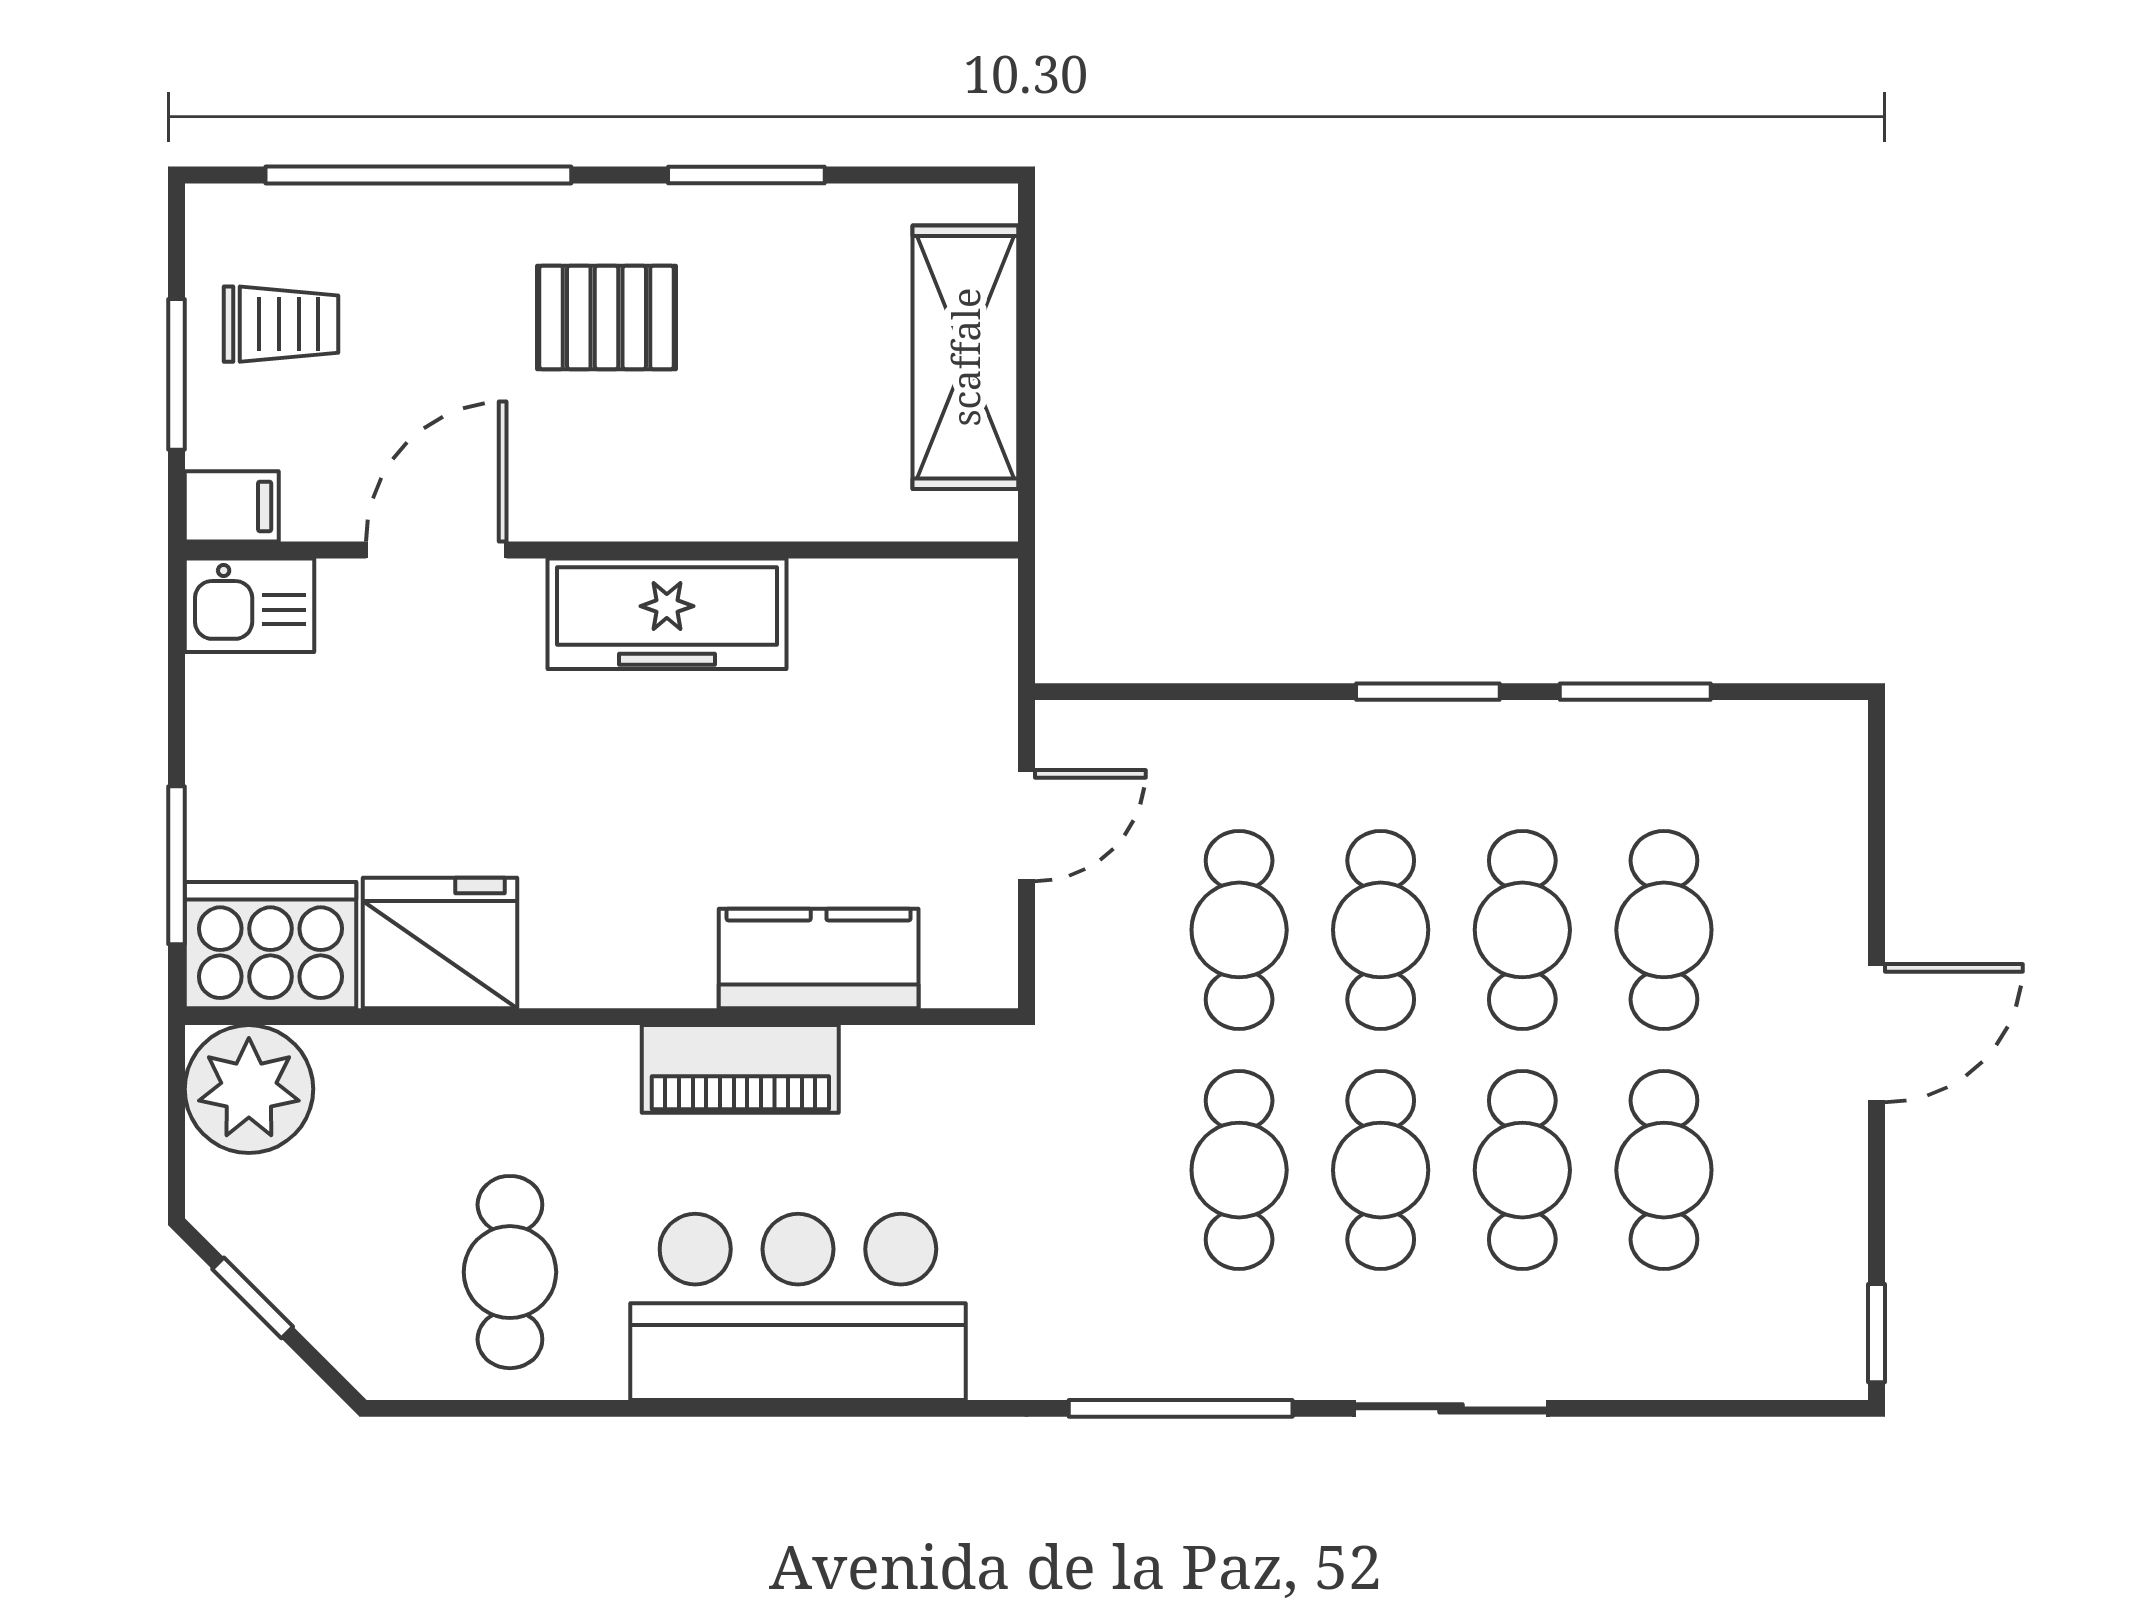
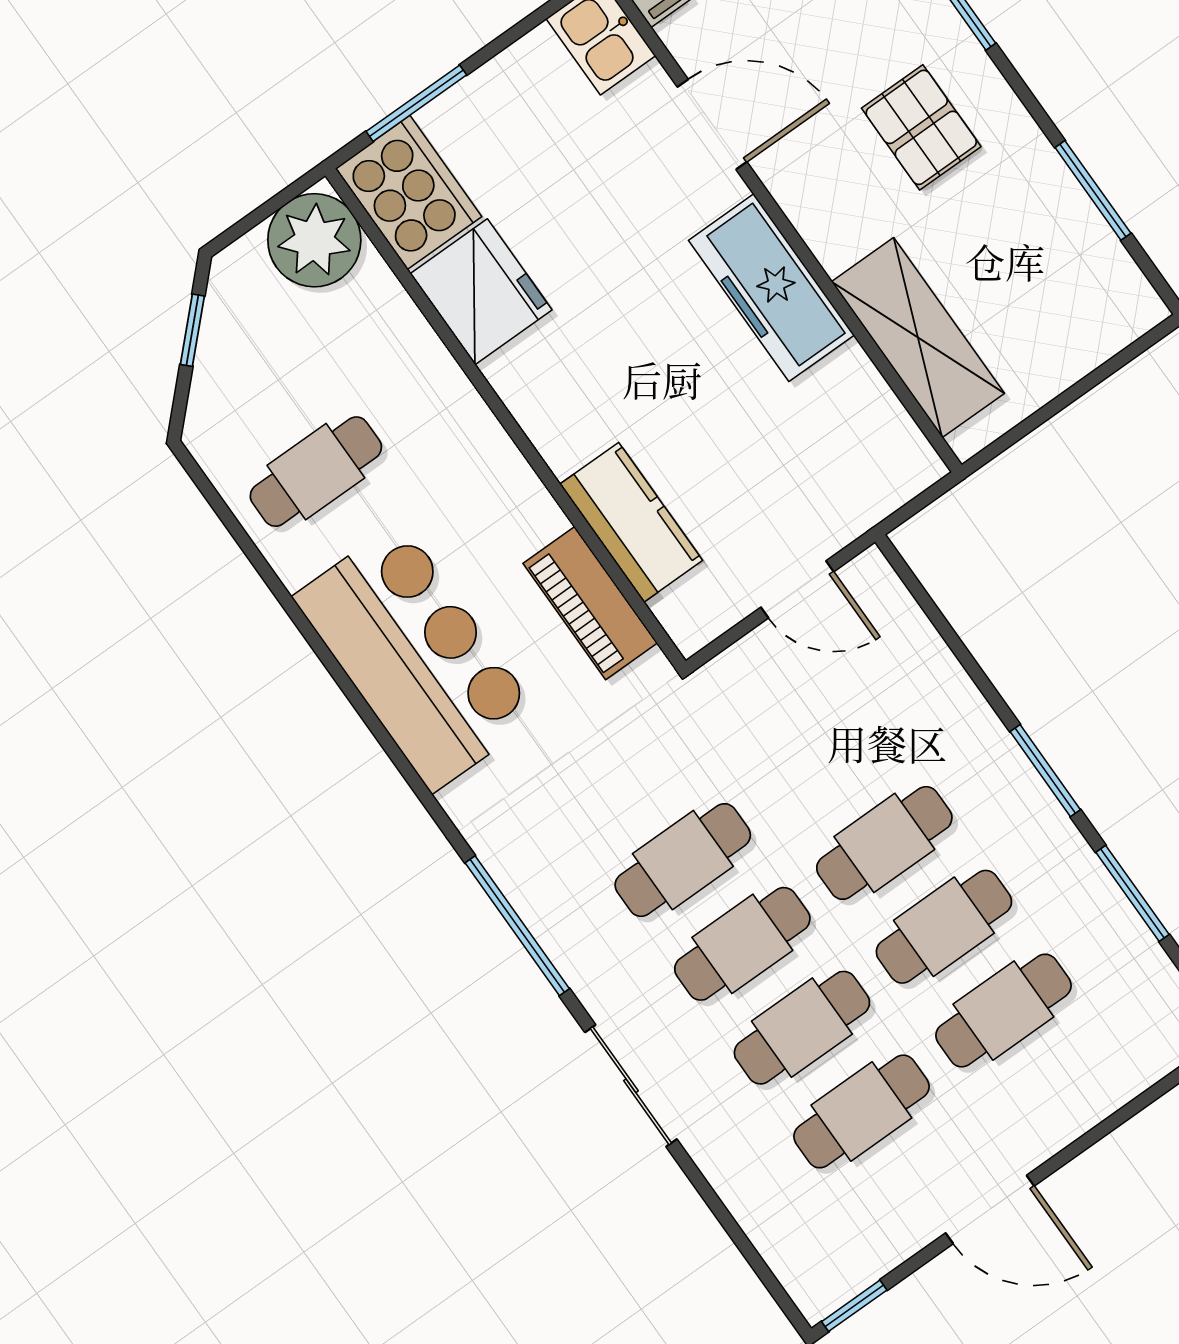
window: (746, 175) -> (1093, 190), moved
shelving: (965, 357) -> (918, 338), moved, turned 90
cafe table: (1239, 930) -> (825, 759), removed
door: (1876, 1033) -> (990, 1209), moved
piano: (740, 1069) -> (590, 603), moved

